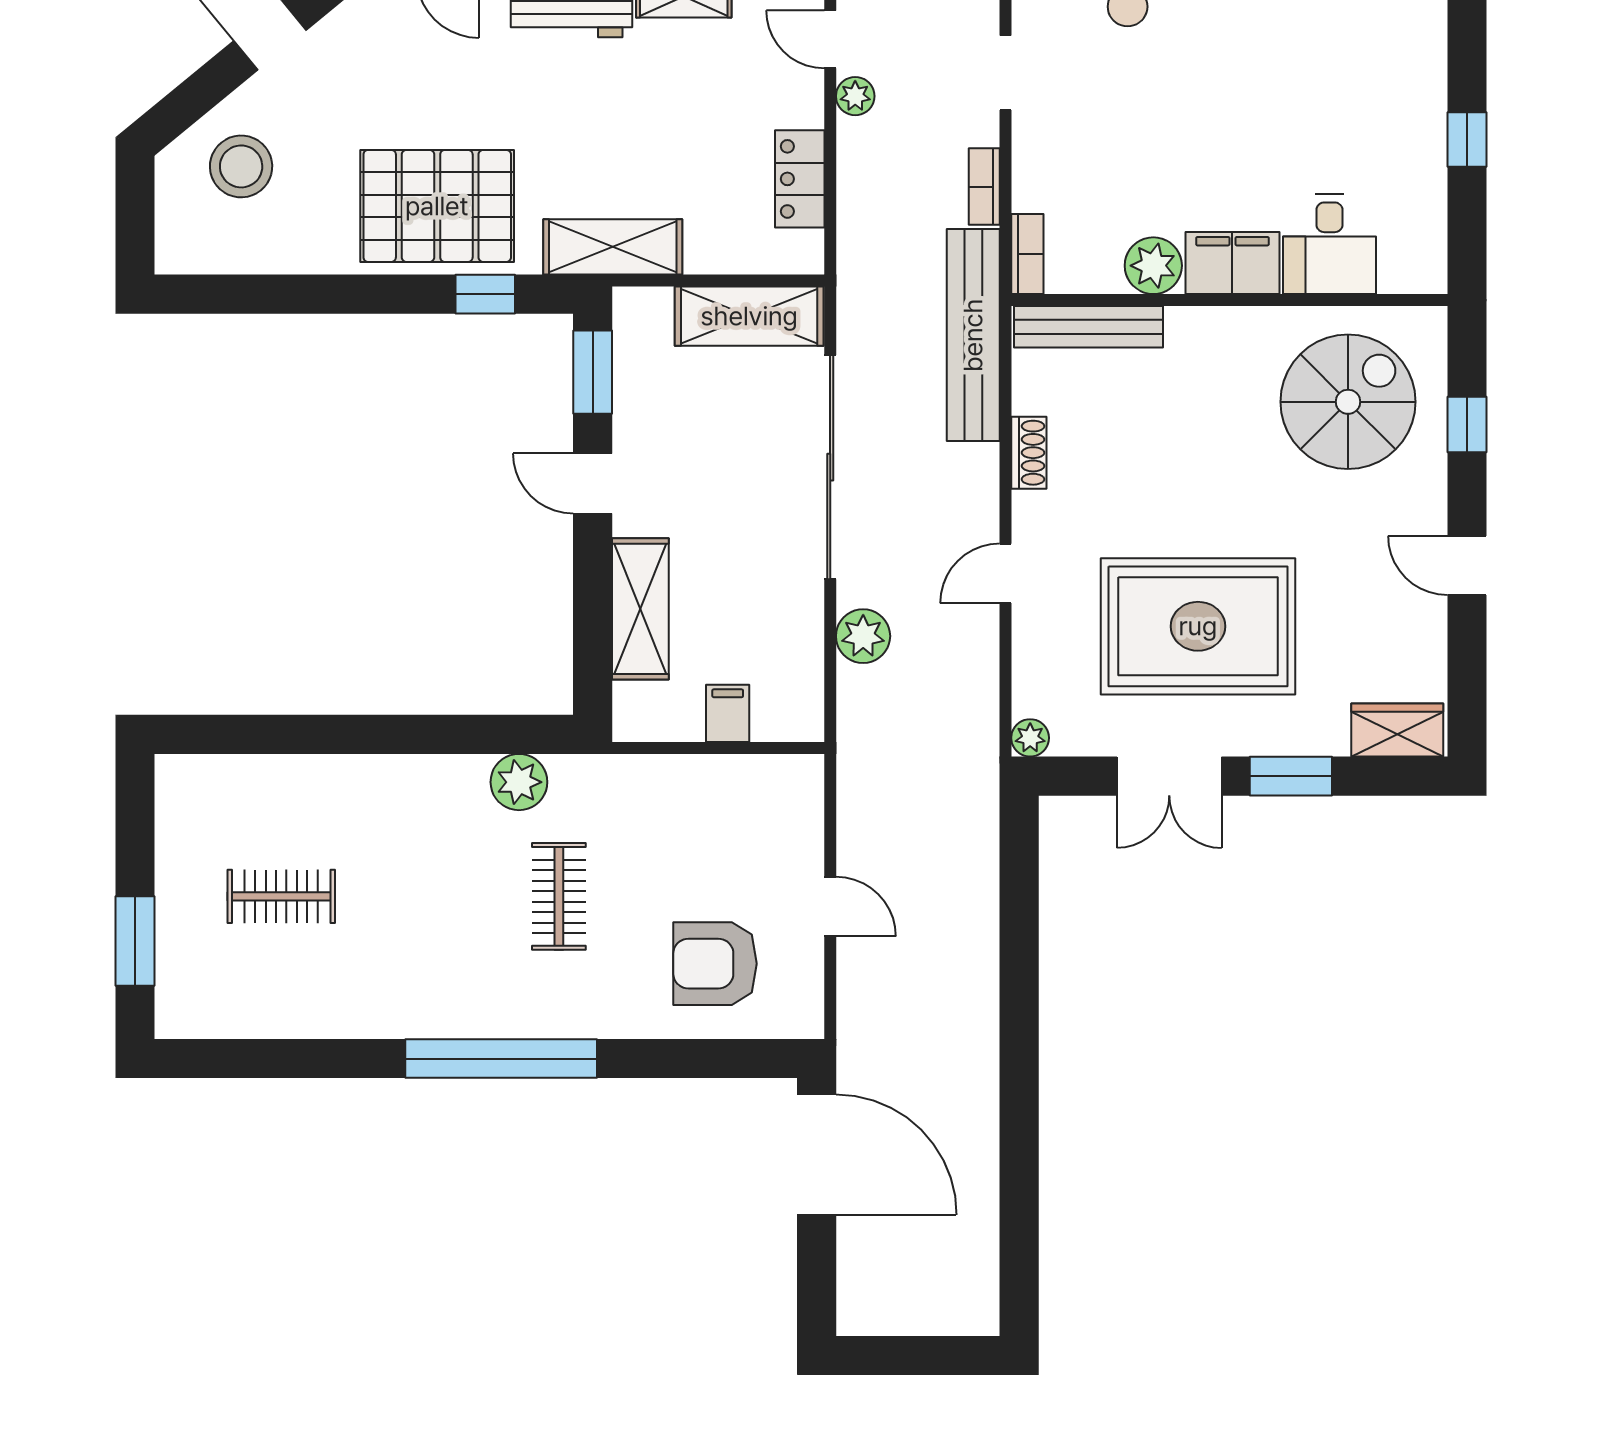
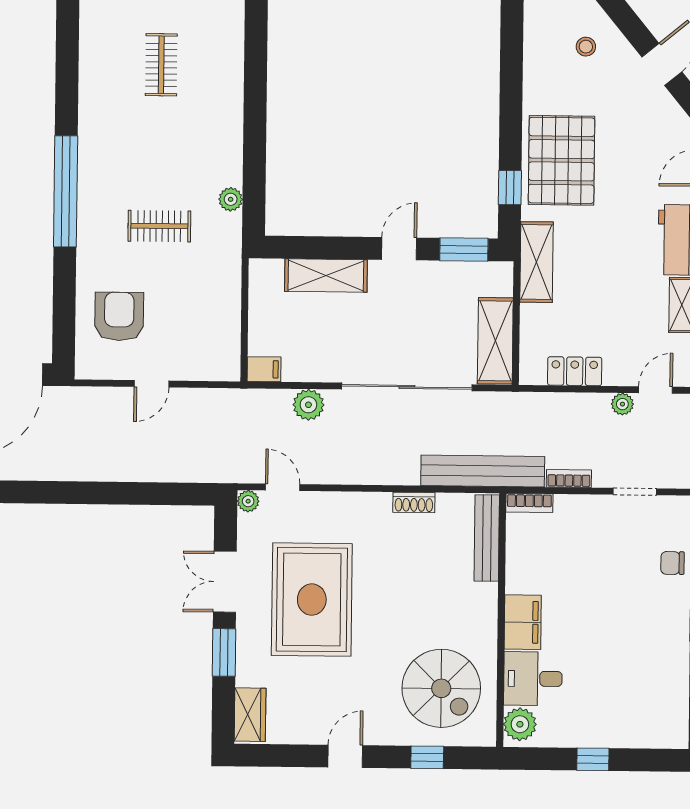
stool: (241, 166) -> (586, 47), width x0.53, depth x0.53
plant: (1153, 266) -> (520, 724), moved
door: (1005, 573) -> (283, 487), moved
filing cabinet: (728, 713) -> (264, 369), moved
plant: (519, 782) -> (231, 199), width x0.73, depth x0.73

